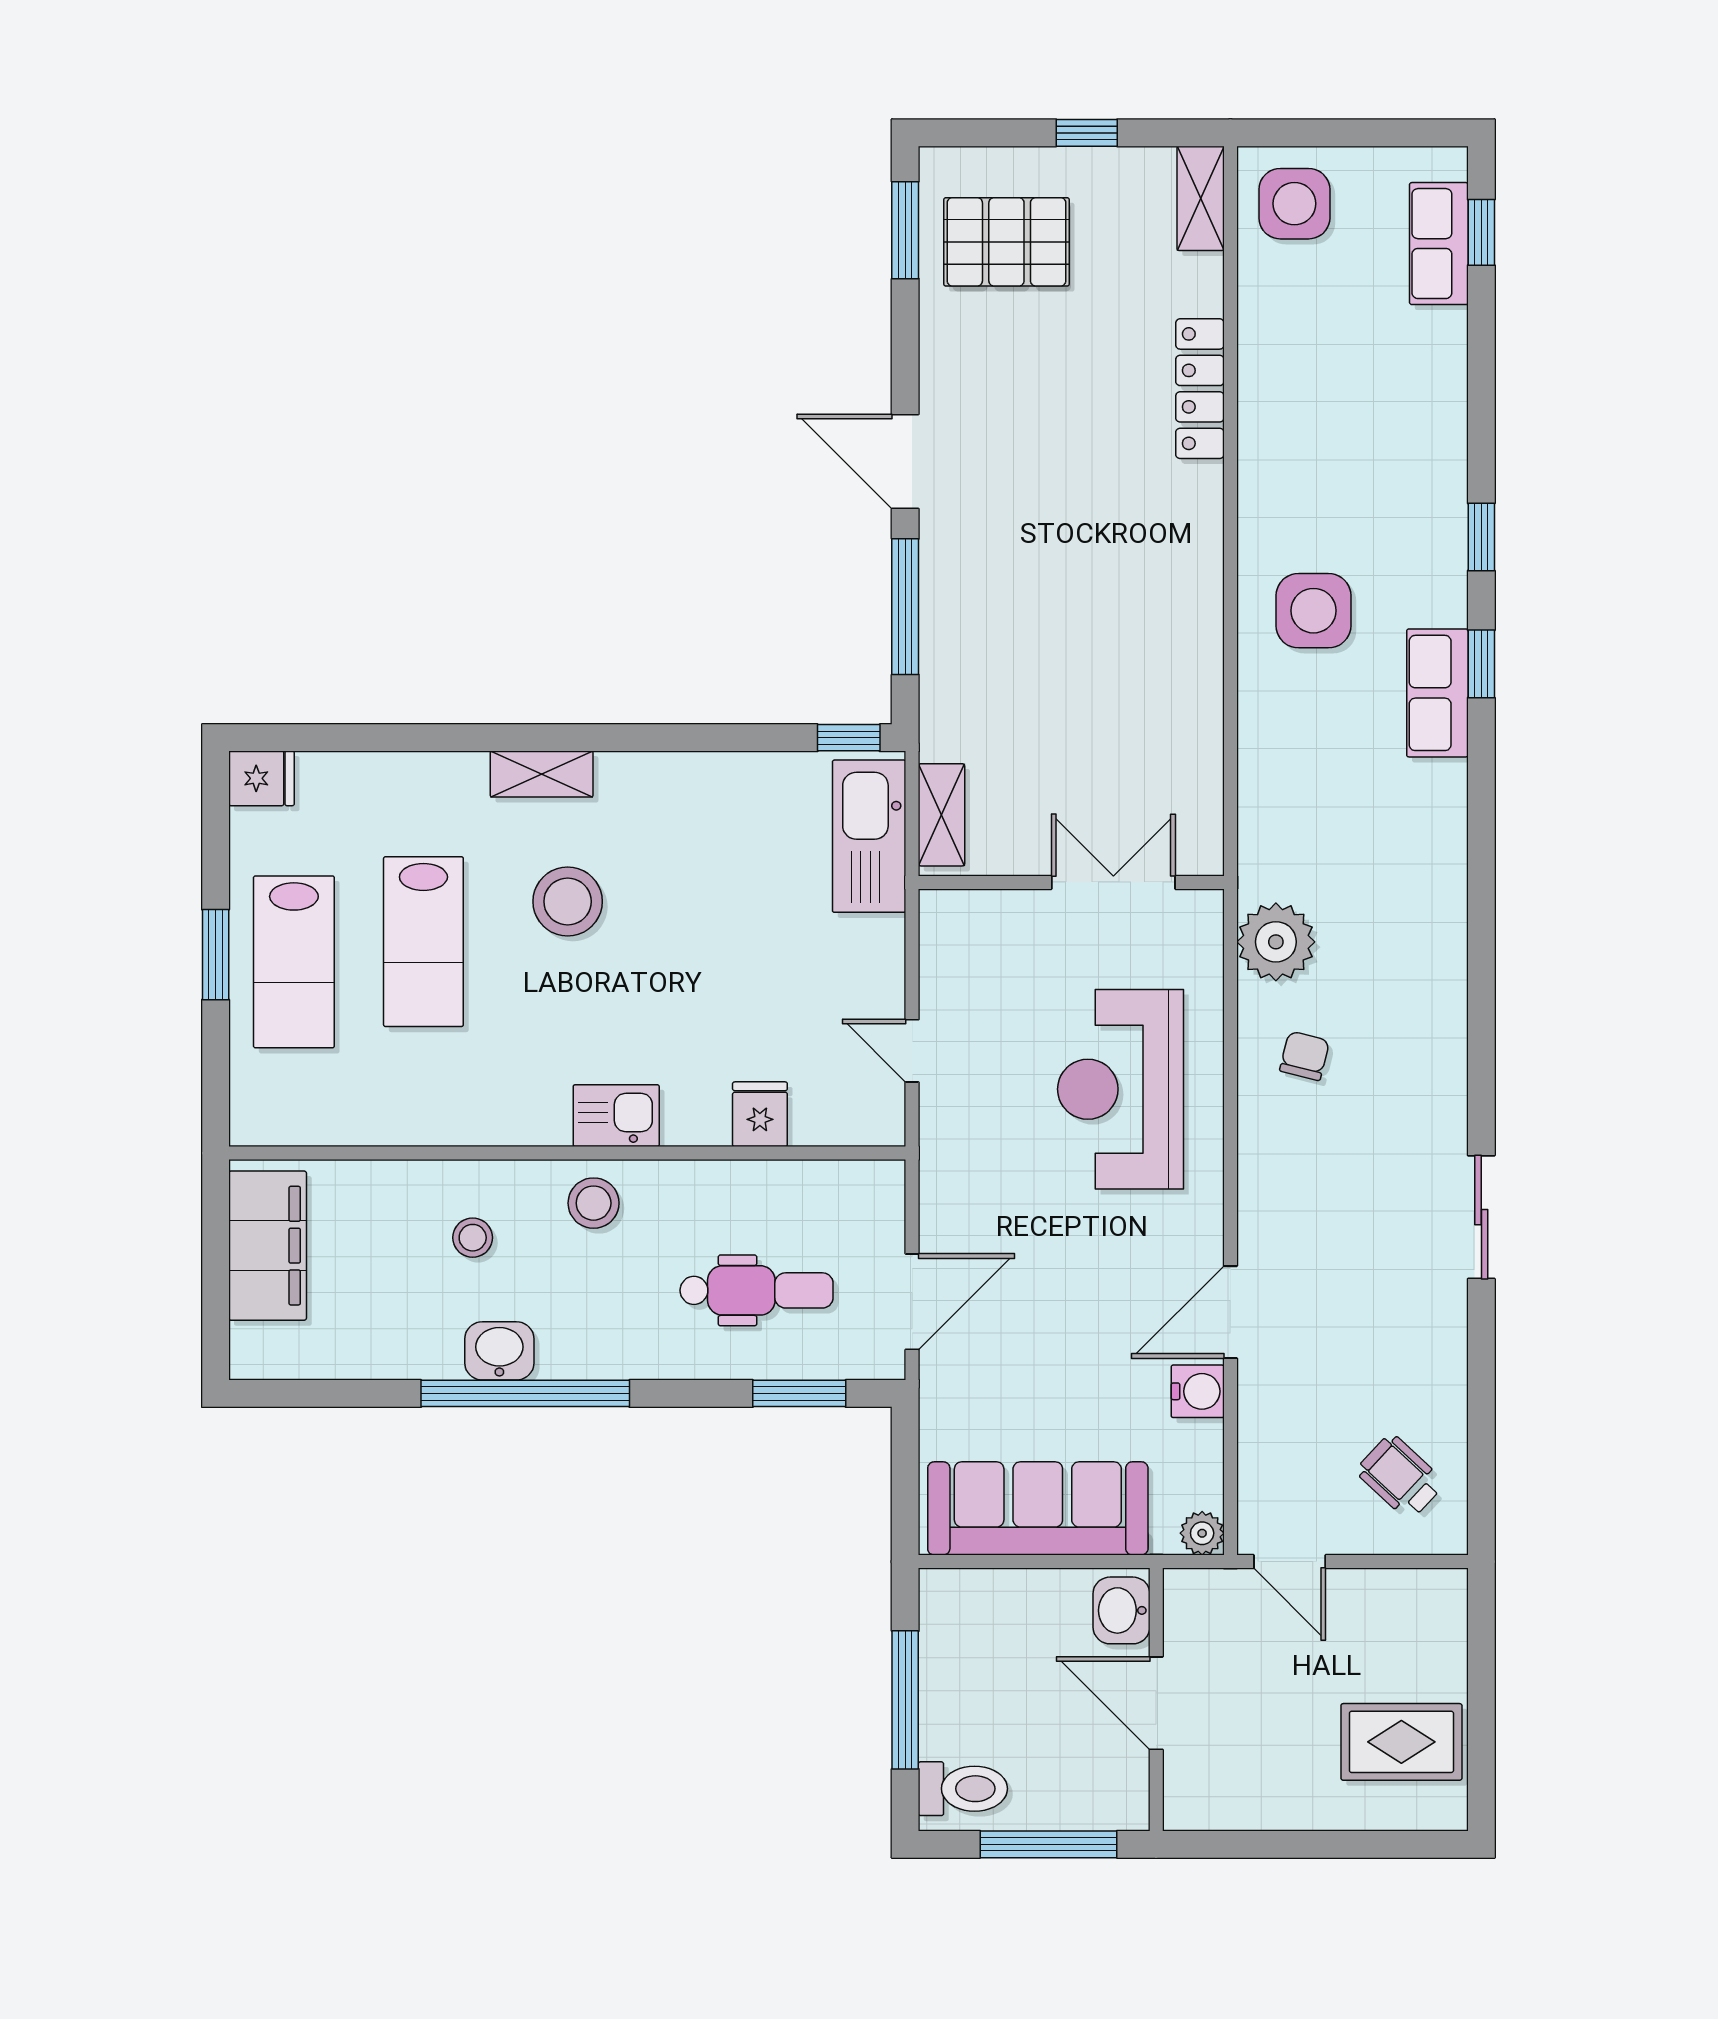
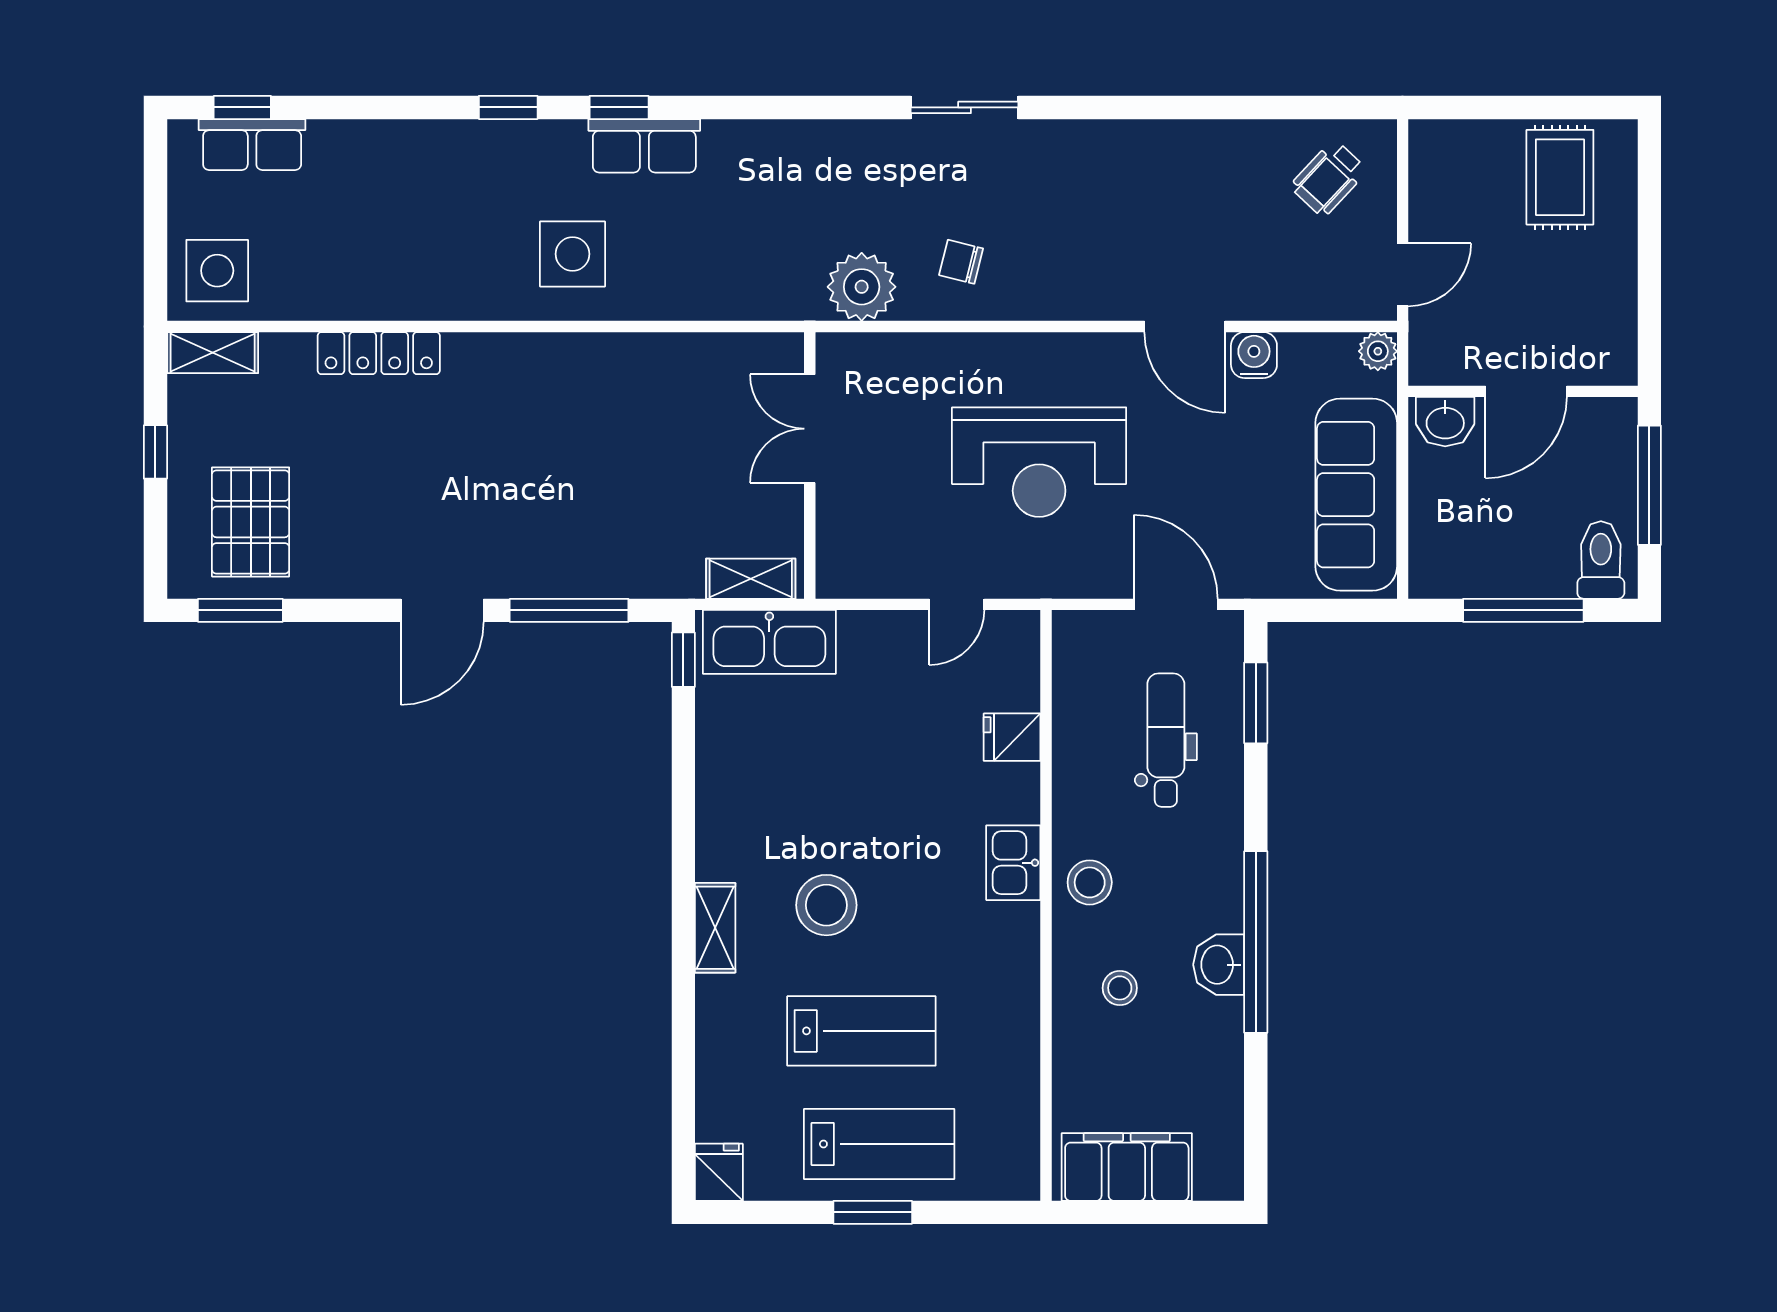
reception desk: (1120, 1089) -> (1039, 462), moved
sliding door: (1481, 1217) -> (965, 107), moved

